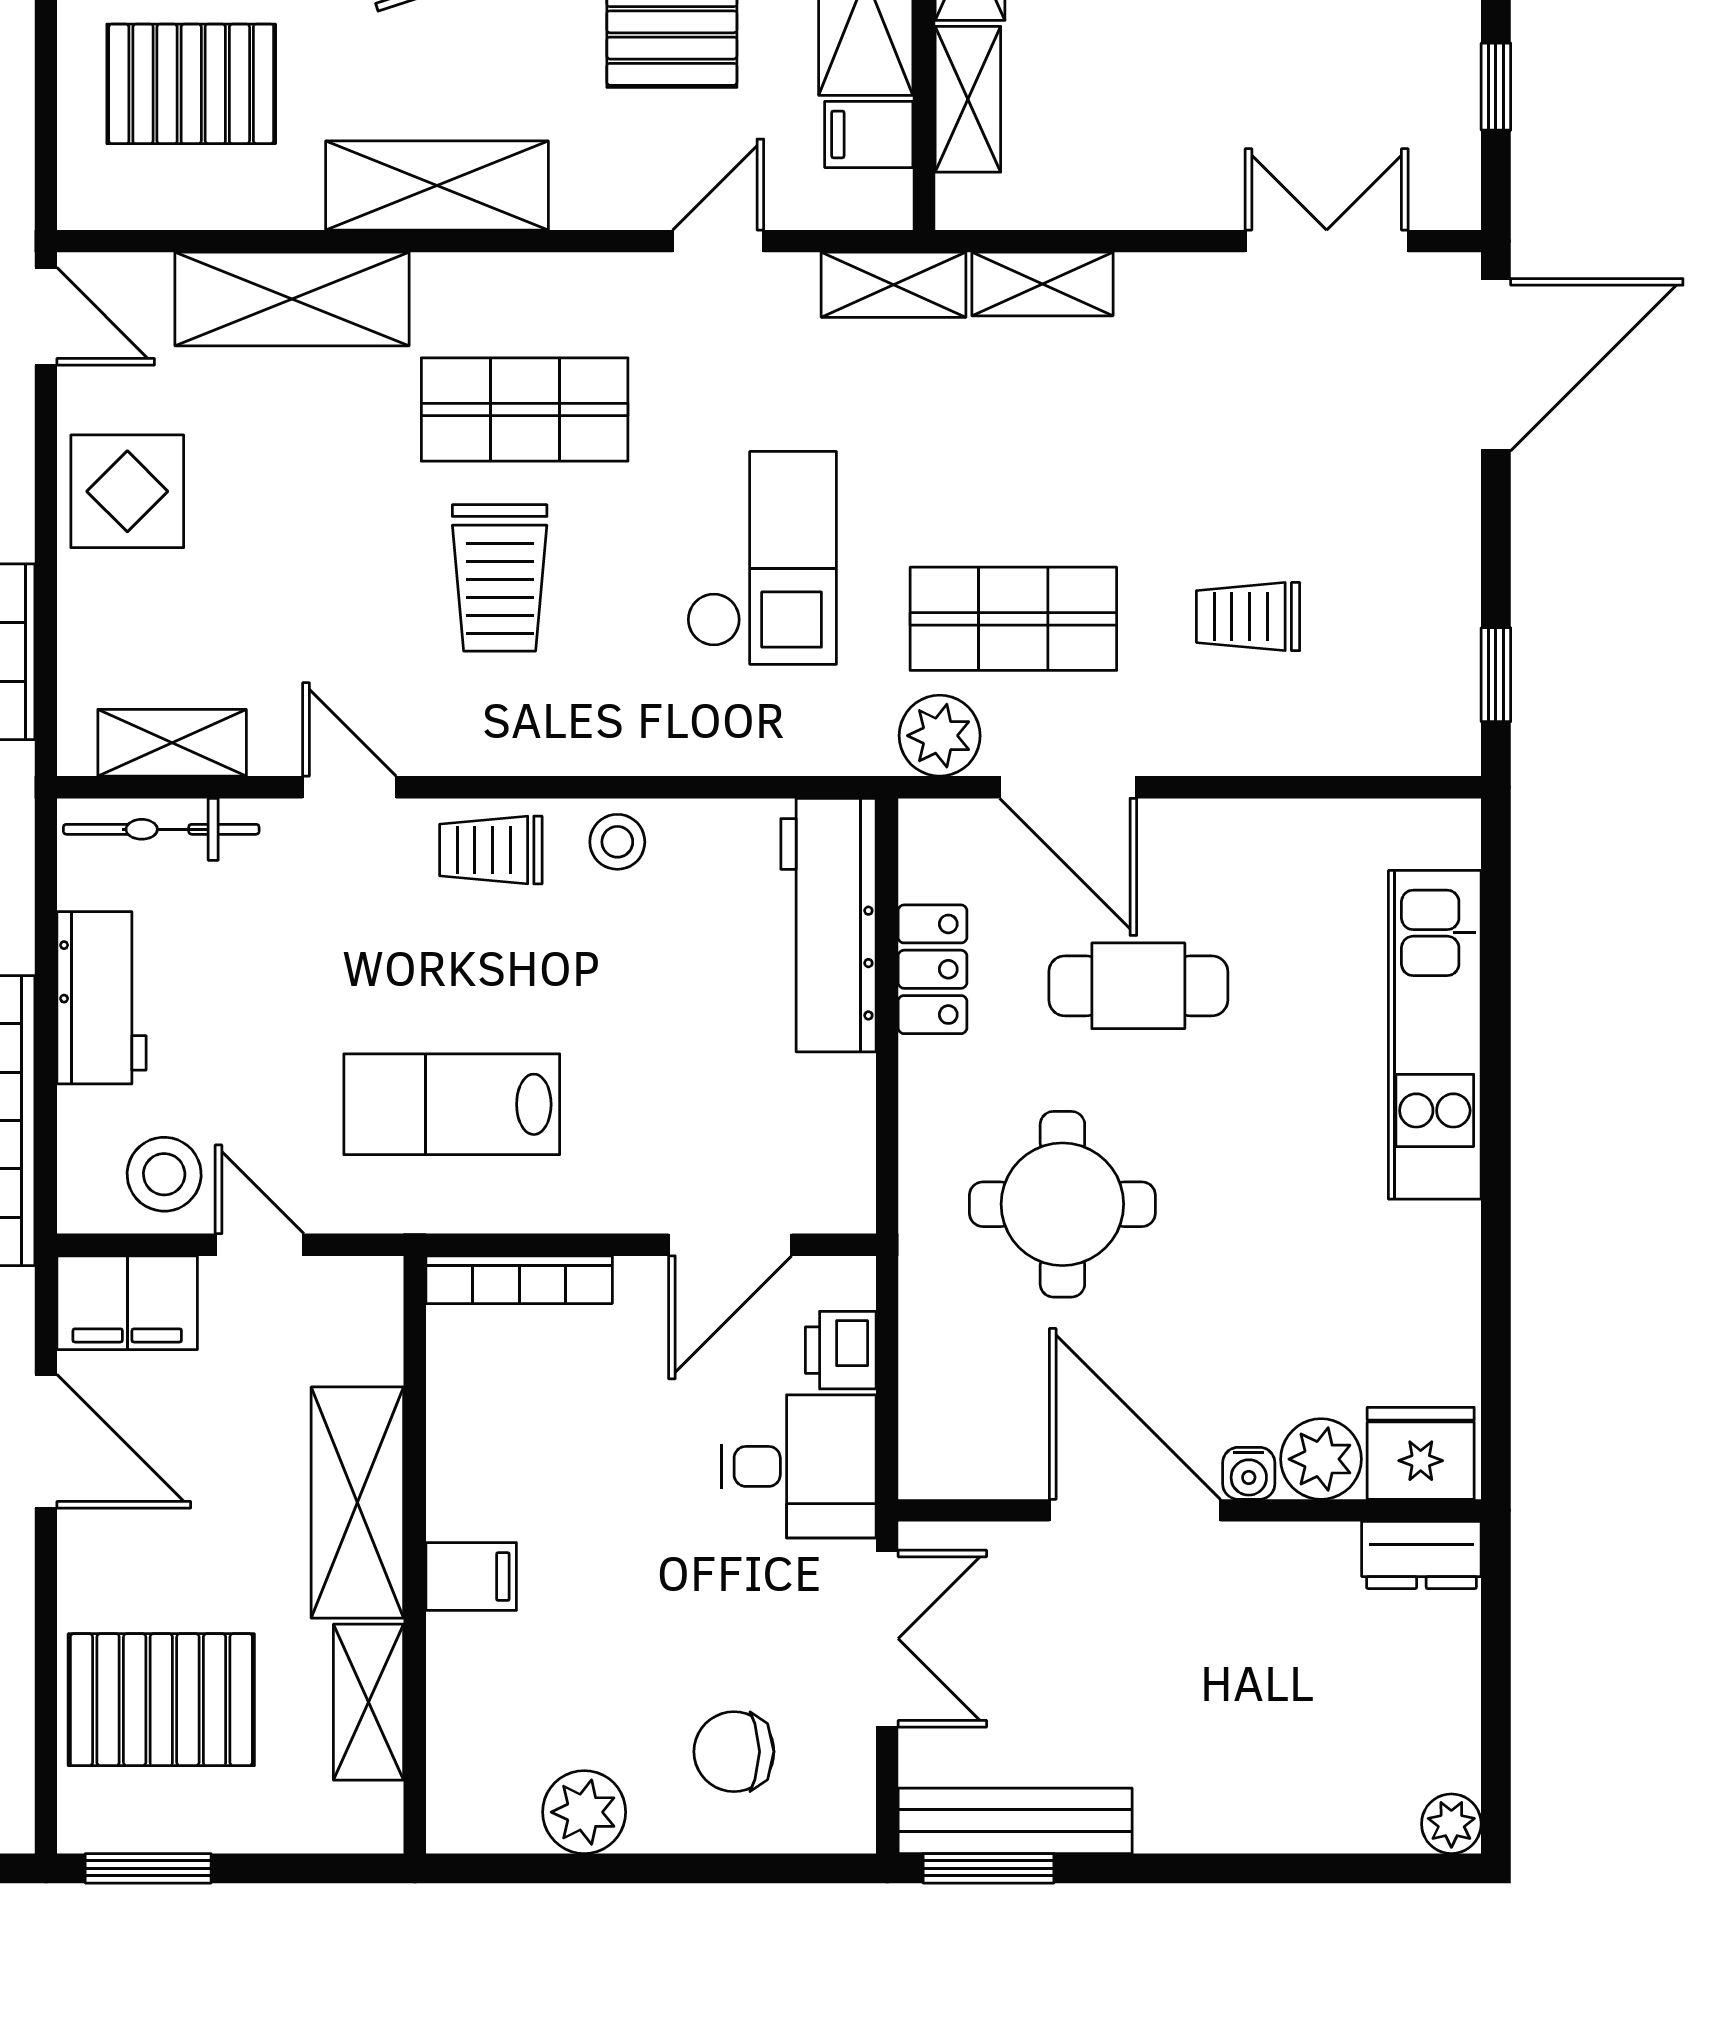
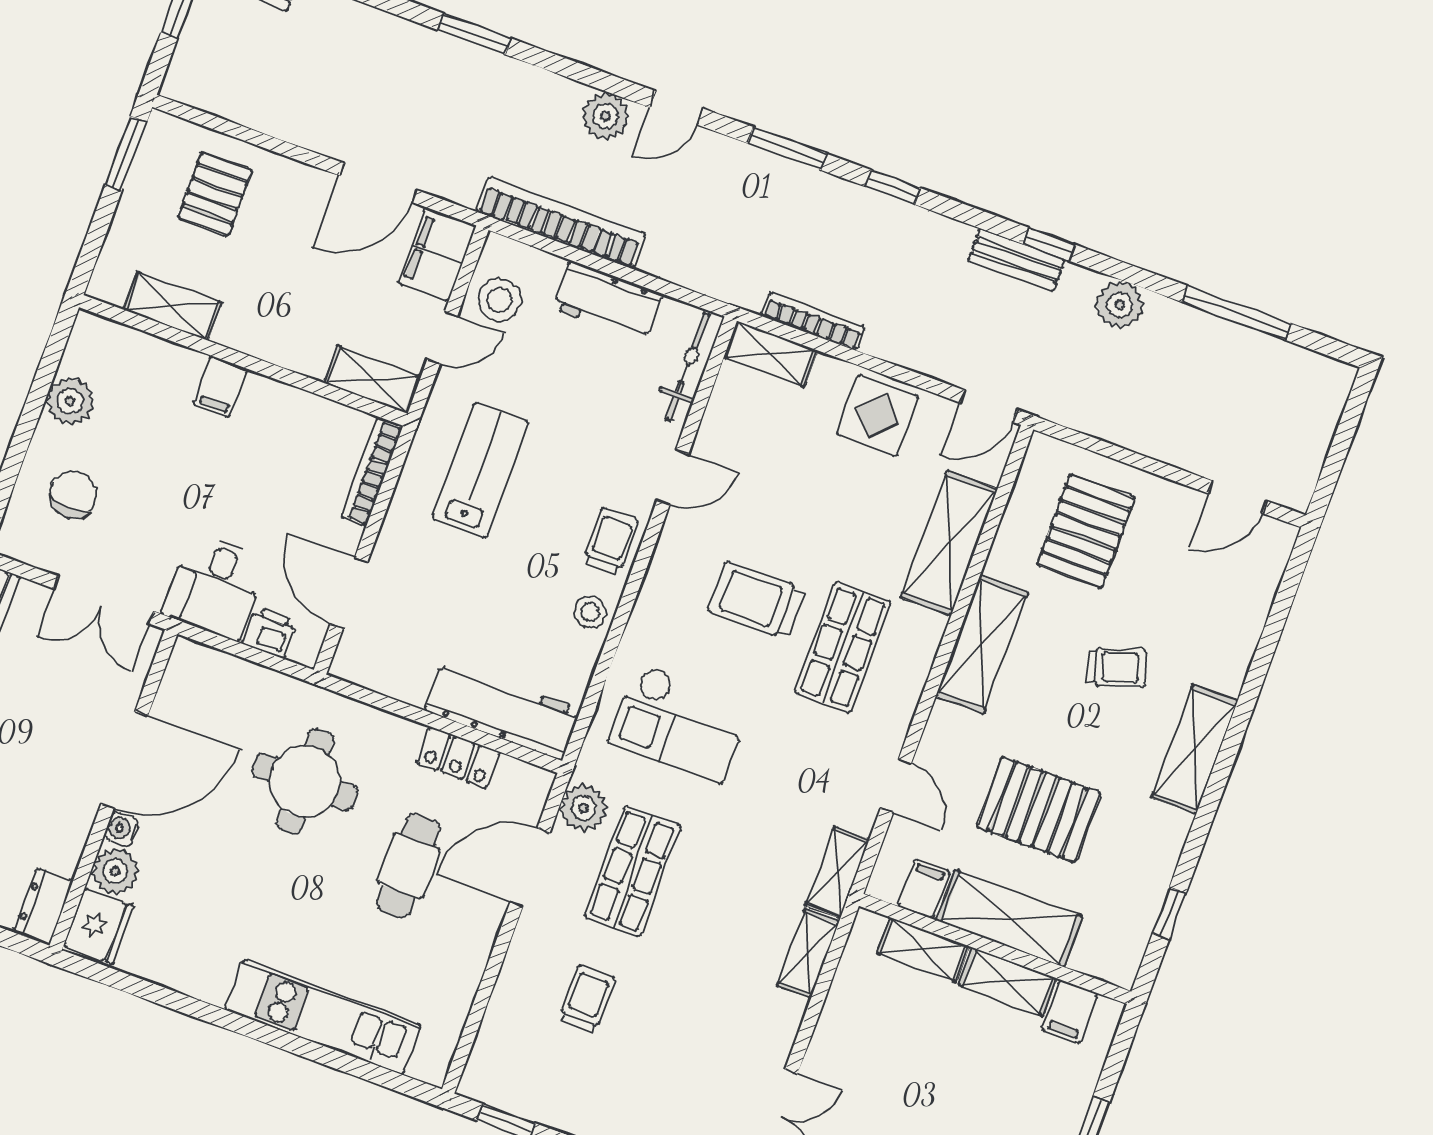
checkout: (762, 558) -> (679, 723), moved
shelving: (172, 743) -> (770, 354), moved, turned 90
shelving: (357, 1503) -> (373, 380), moved, width x0.67, depth x0.75
pallet: (161, 1700) -> (215, 194), width x0.67, depth x0.71

